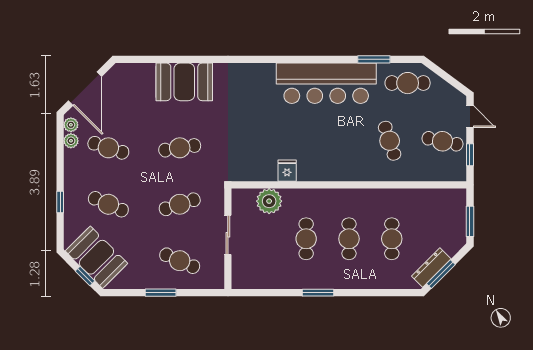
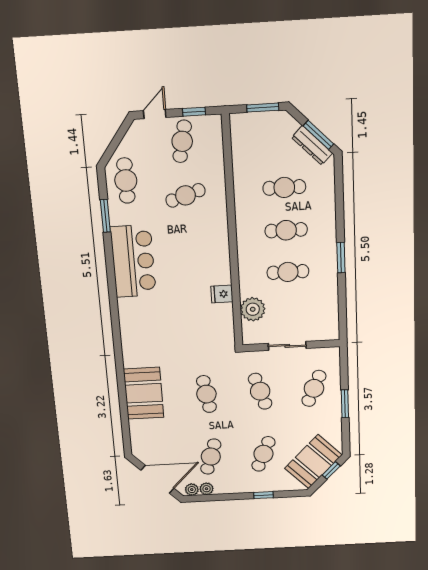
bar counter: (326, 83) -> (133, 261), width x0.73

